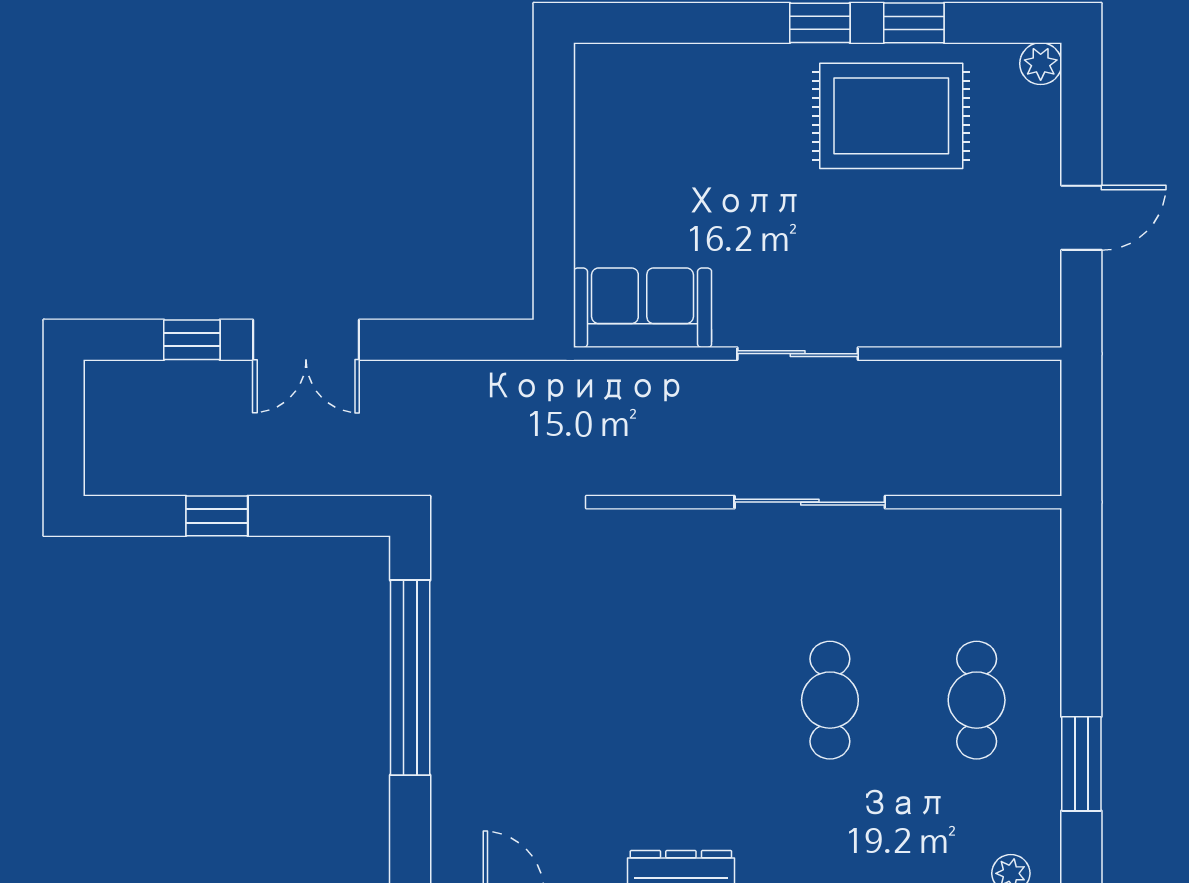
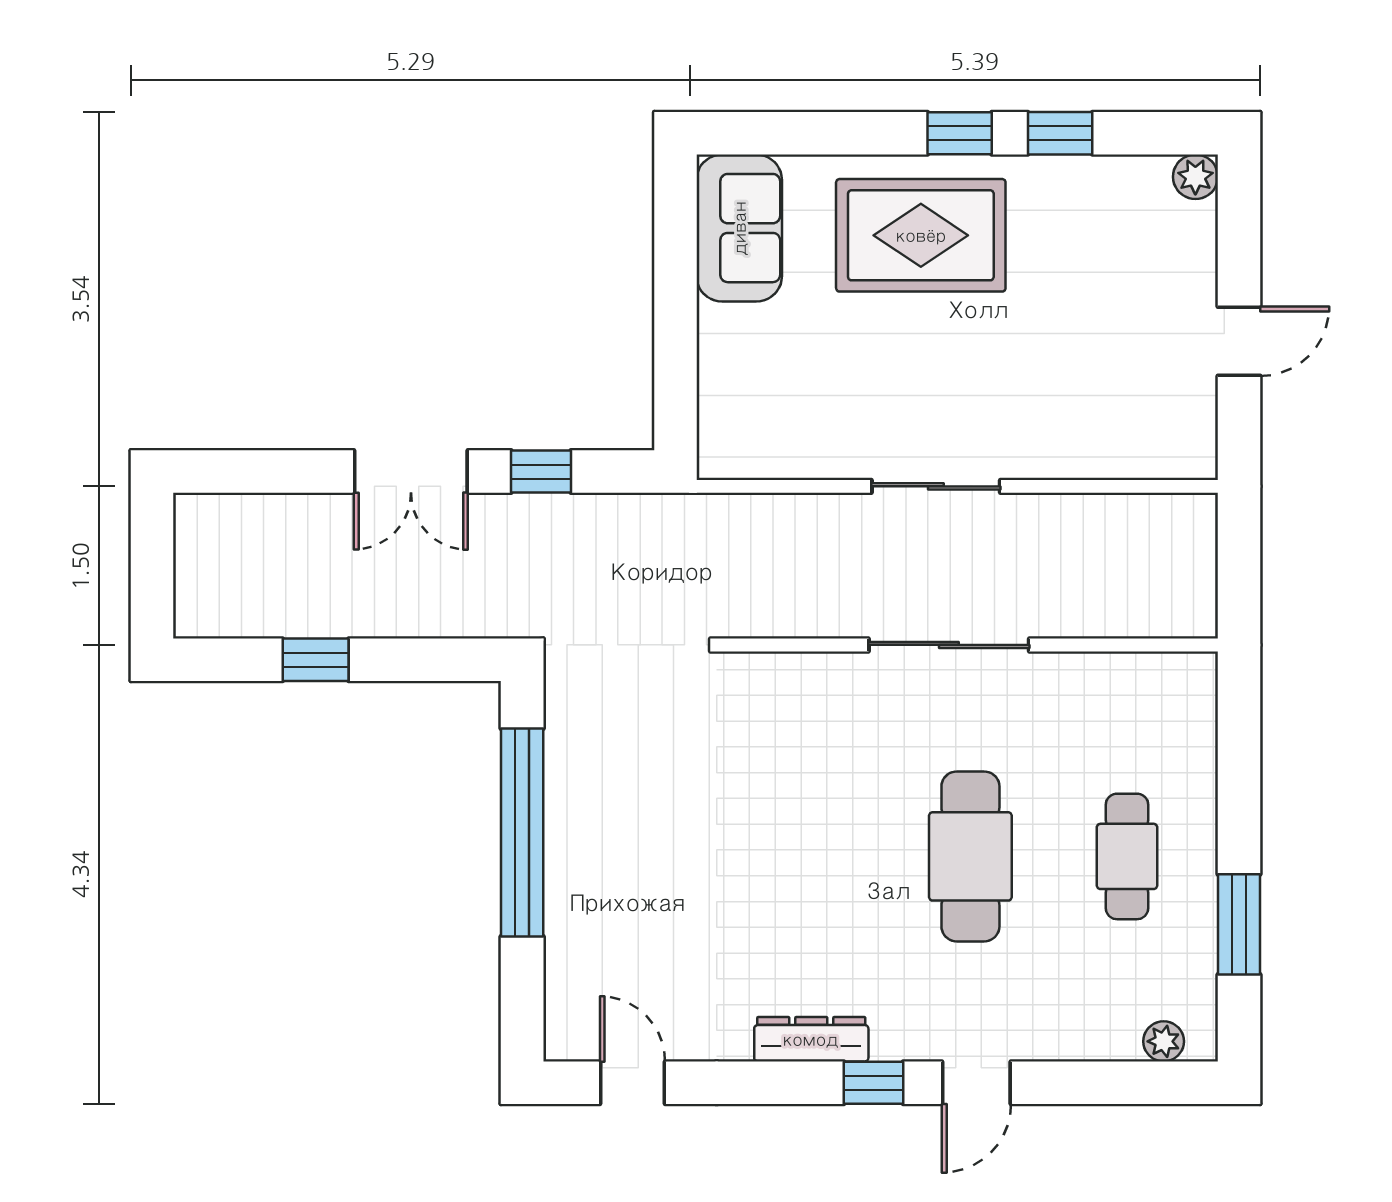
rug: (891, 116) -> (921, 235), moved
sofa: (643, 308) -> (739, 228), moved, turned 90
window: (192, 340) -> (541, 472), moved
cafe table: (830, 700) -> (970, 856), width x1.37, depth x1.35

